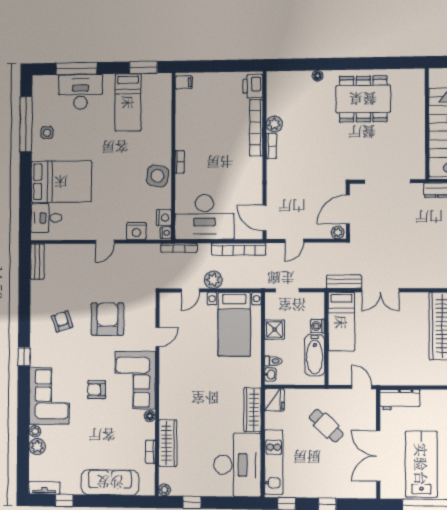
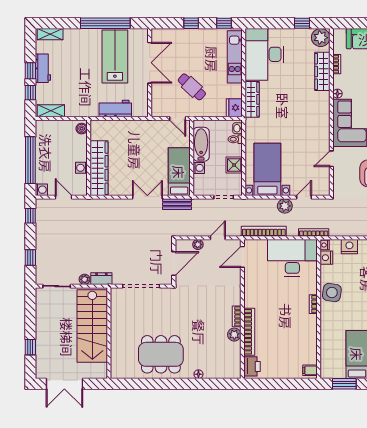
door: (265, 218) -> (242, 257), swing flipped
plant: (338, 233) -> (198, 244), moved
door: (362, 387) -> (178, 118), moved
workbench: (400, 399) -> (115, 109), moved
lab bench: (421, 464) -> (115, 57), turned 180
plant: (164, 490) -> (321, 38), width x1.88, depth x1.88

